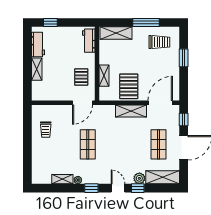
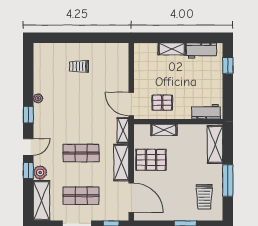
trolley: (46, 130) -> (79, 66), moved
shop shelf: (88, 144) -> (81, 153), moved
shelving: (62, 179) -> (123, 130), moved

